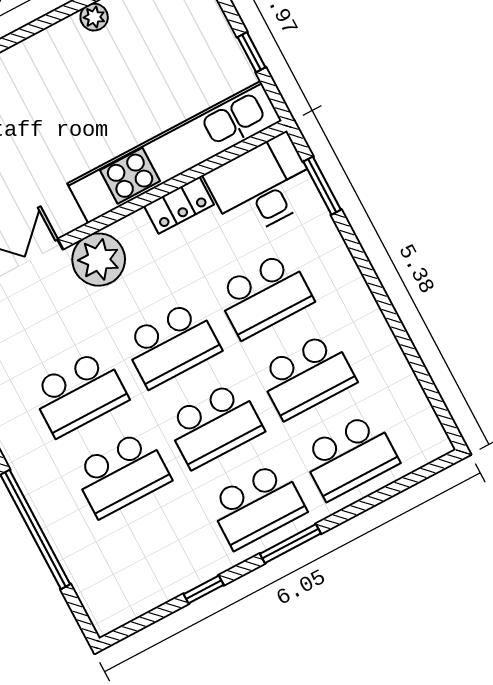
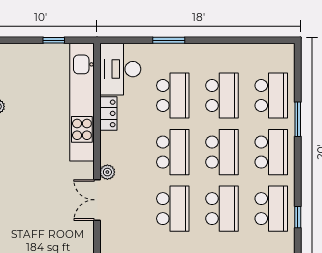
window: (322, 186) -> (169, 40), moved
plant: (99, 260) -> (107, 172), width x0.53, depth x0.53
window: (290, 544) -> (298, 119), moved
school desk: (164, 555) -> (271, 209), added
window: (204, 590) -> (298, 217), moved

